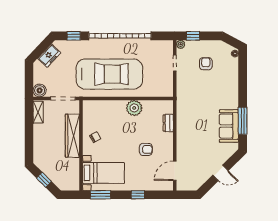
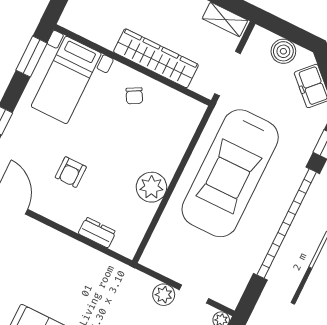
plant: (182, 77) -> (164, 295), added
boiler: (40, 90) -> (283, 51), moved

